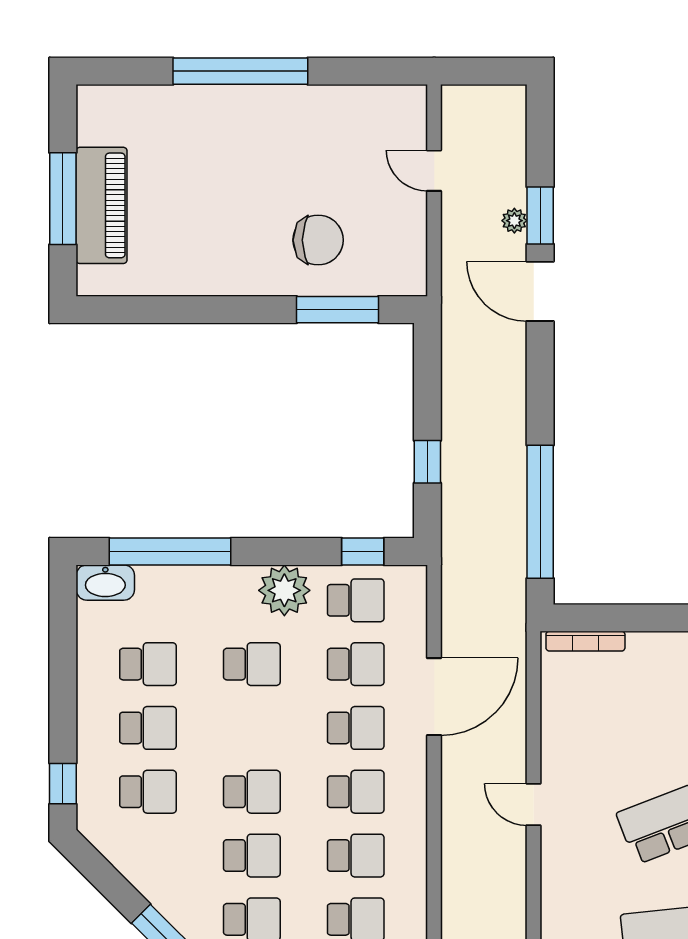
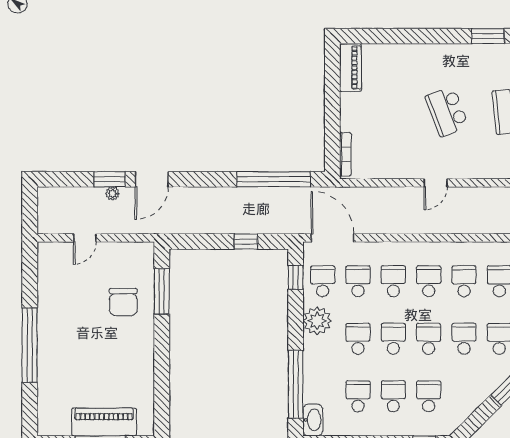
chair: (318, 240) -> (123, 302), turned 180
door: (434, 697) -> (333, 238), moved
school desk: (252, 728) -> (393, 339), added

